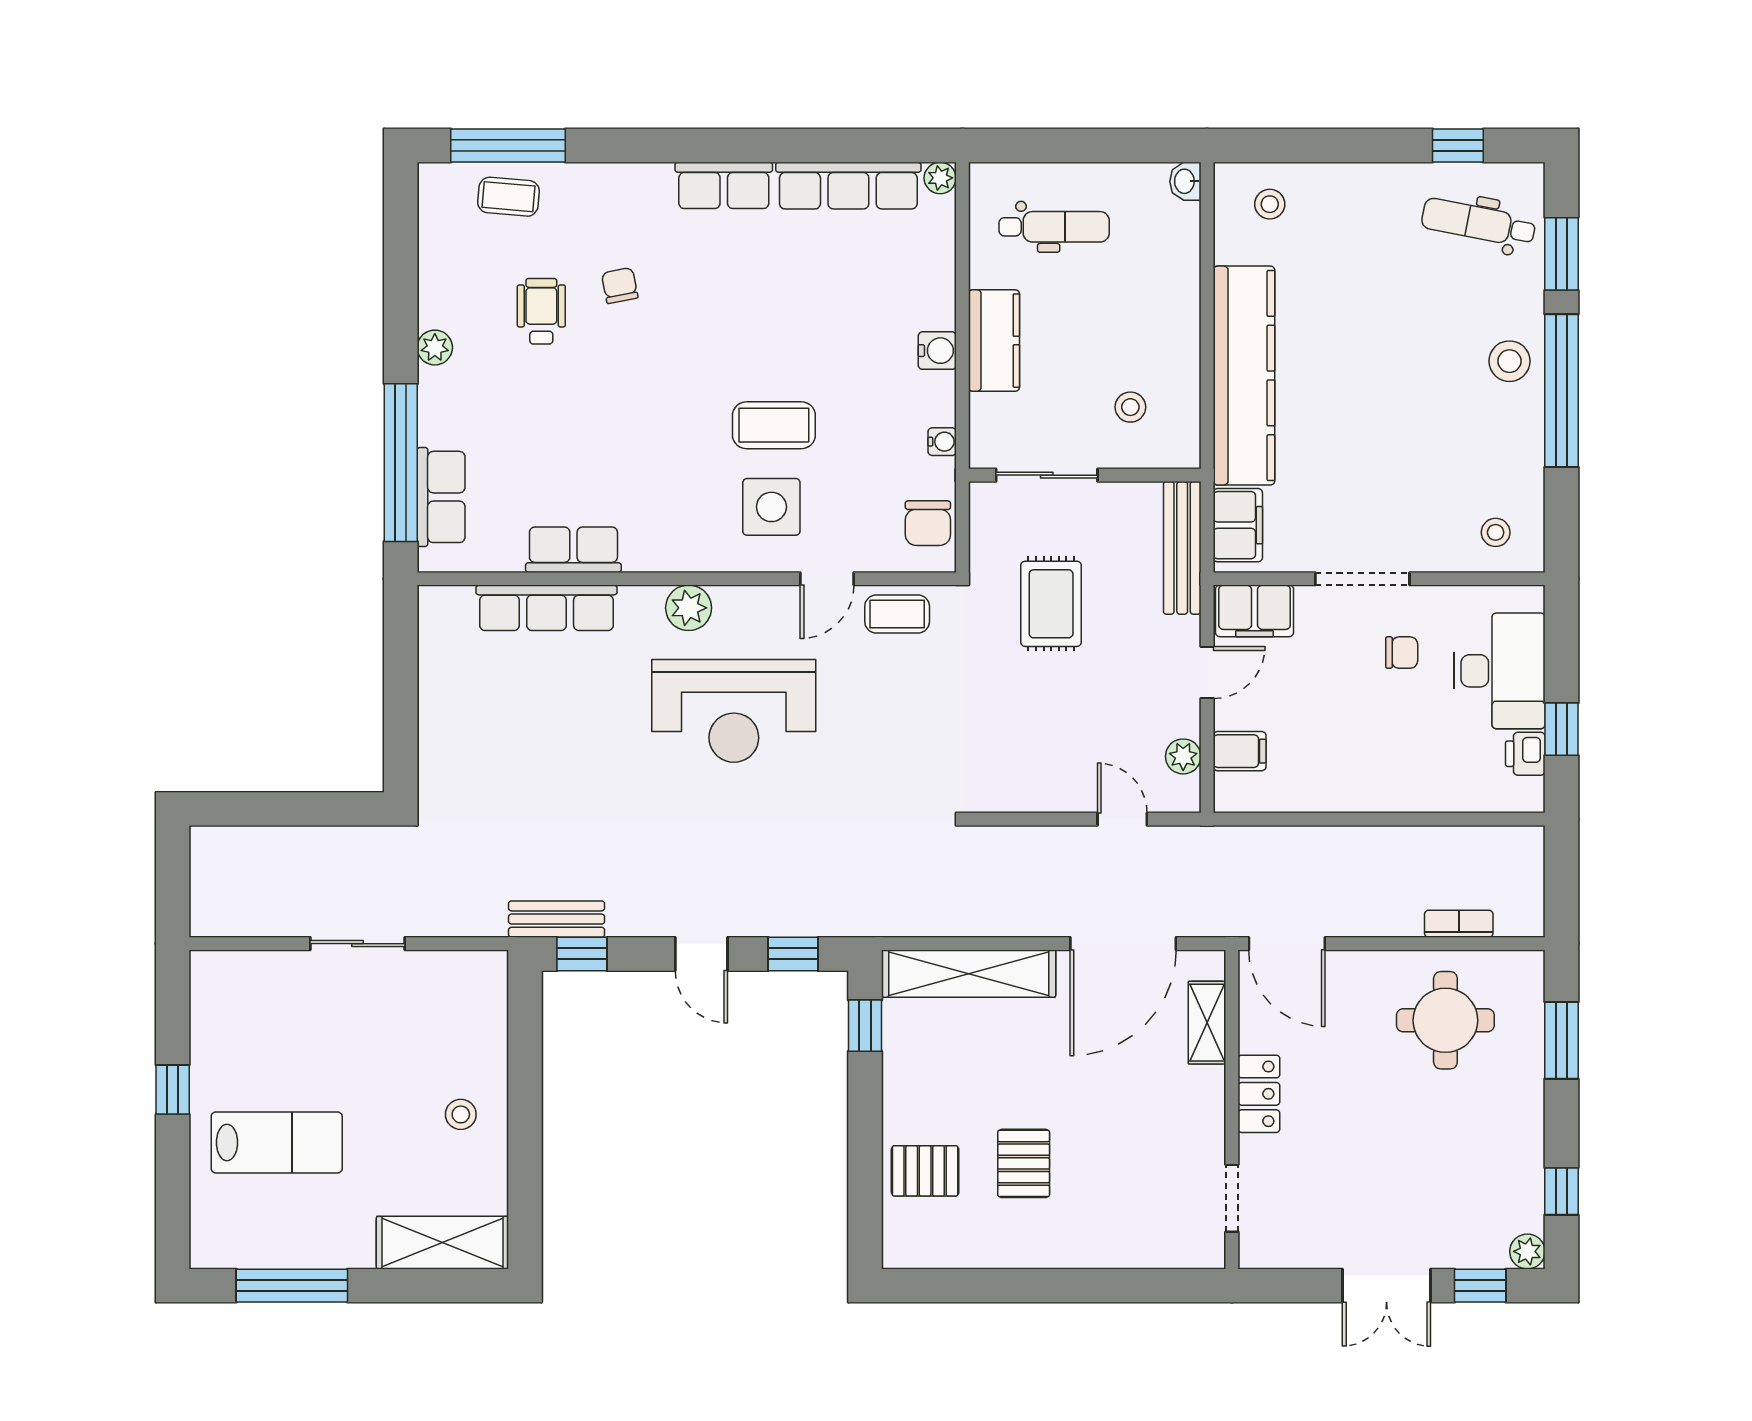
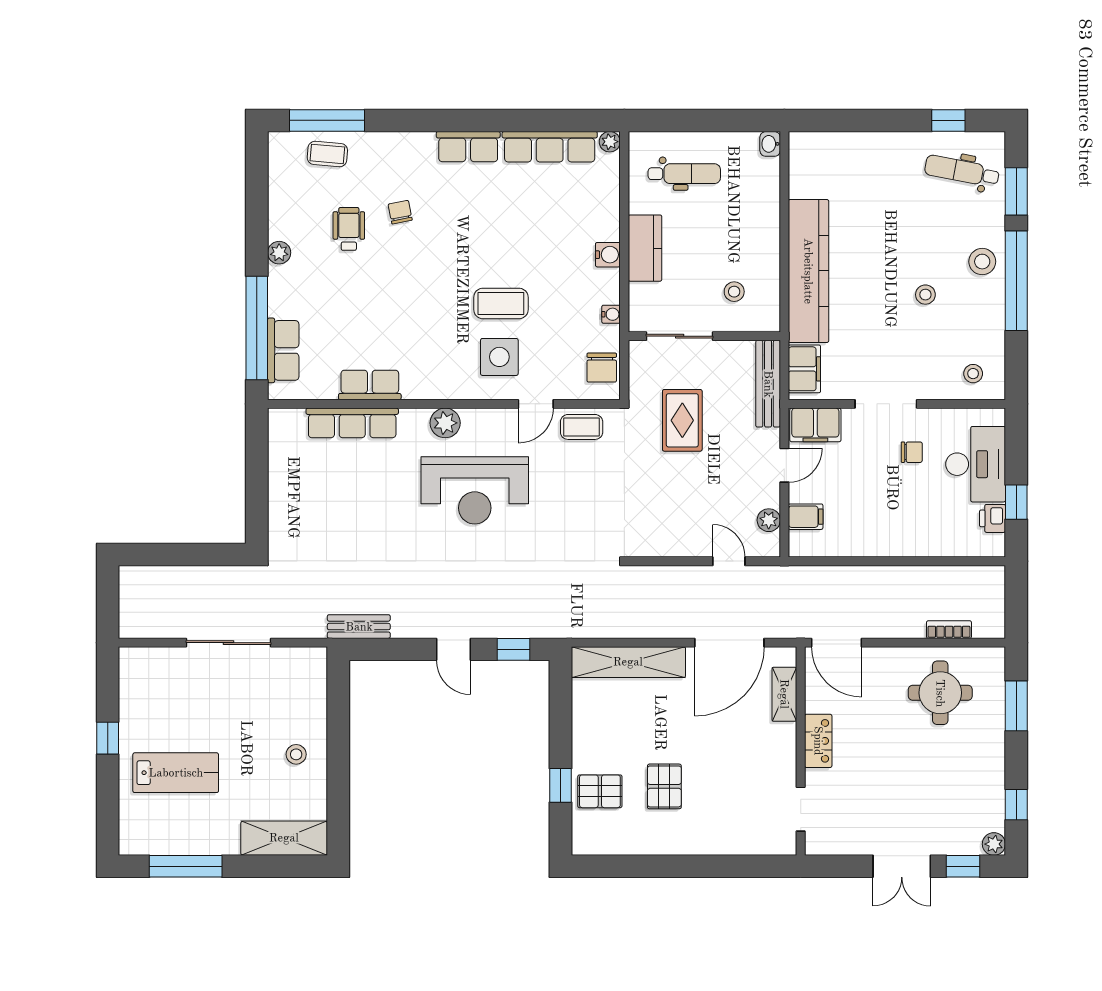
stool: (1270, 204) -> (925, 295), moved
sliding door: (357, 944) -> (229, 643), width x1.37
window: (582, 954) -> (375, 649), removed
window: (865, 1026) -> (561, 785), moved

